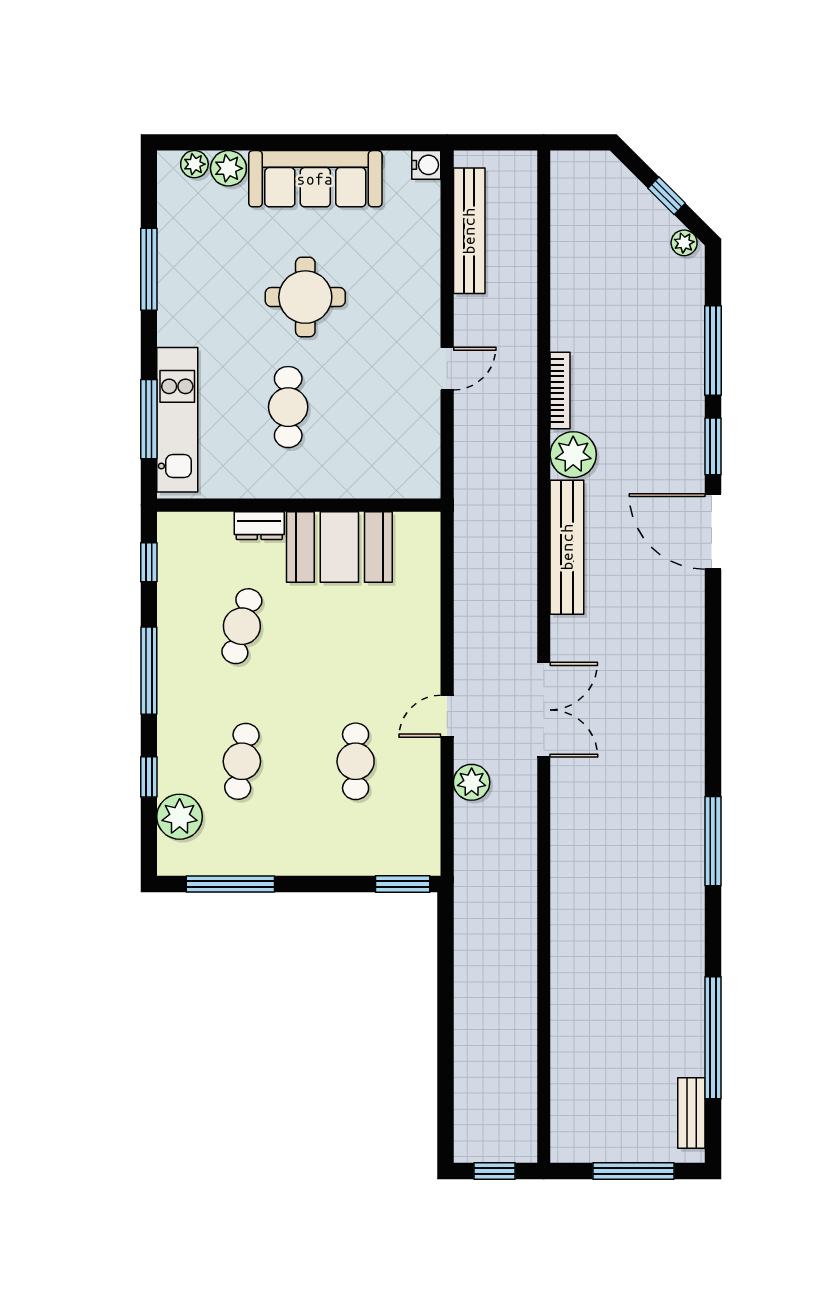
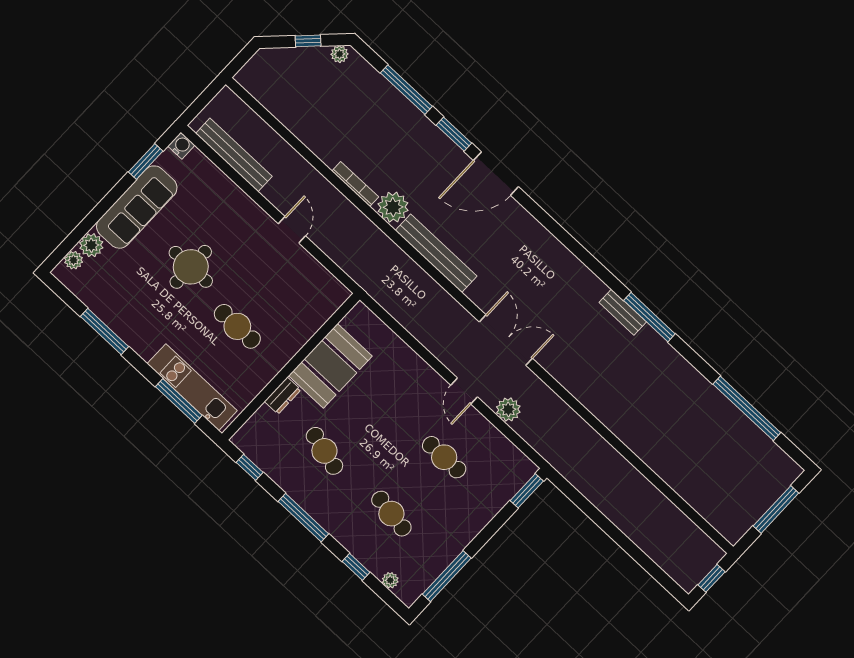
window: (373, 142) -> (146, 162), added
plant: (180, 817) -> (390, 580), width x0.53, depth x0.53
bench: (691, 1113) -> (623, 312), moved

